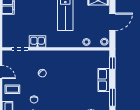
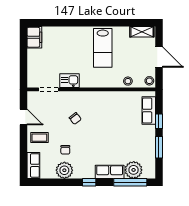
door: (112, 22) -> (159, 57), hinge flipped
window: (112, 63) -> (159, 121), moved
row of seats: (104, 80) -> (149, 111), moved

